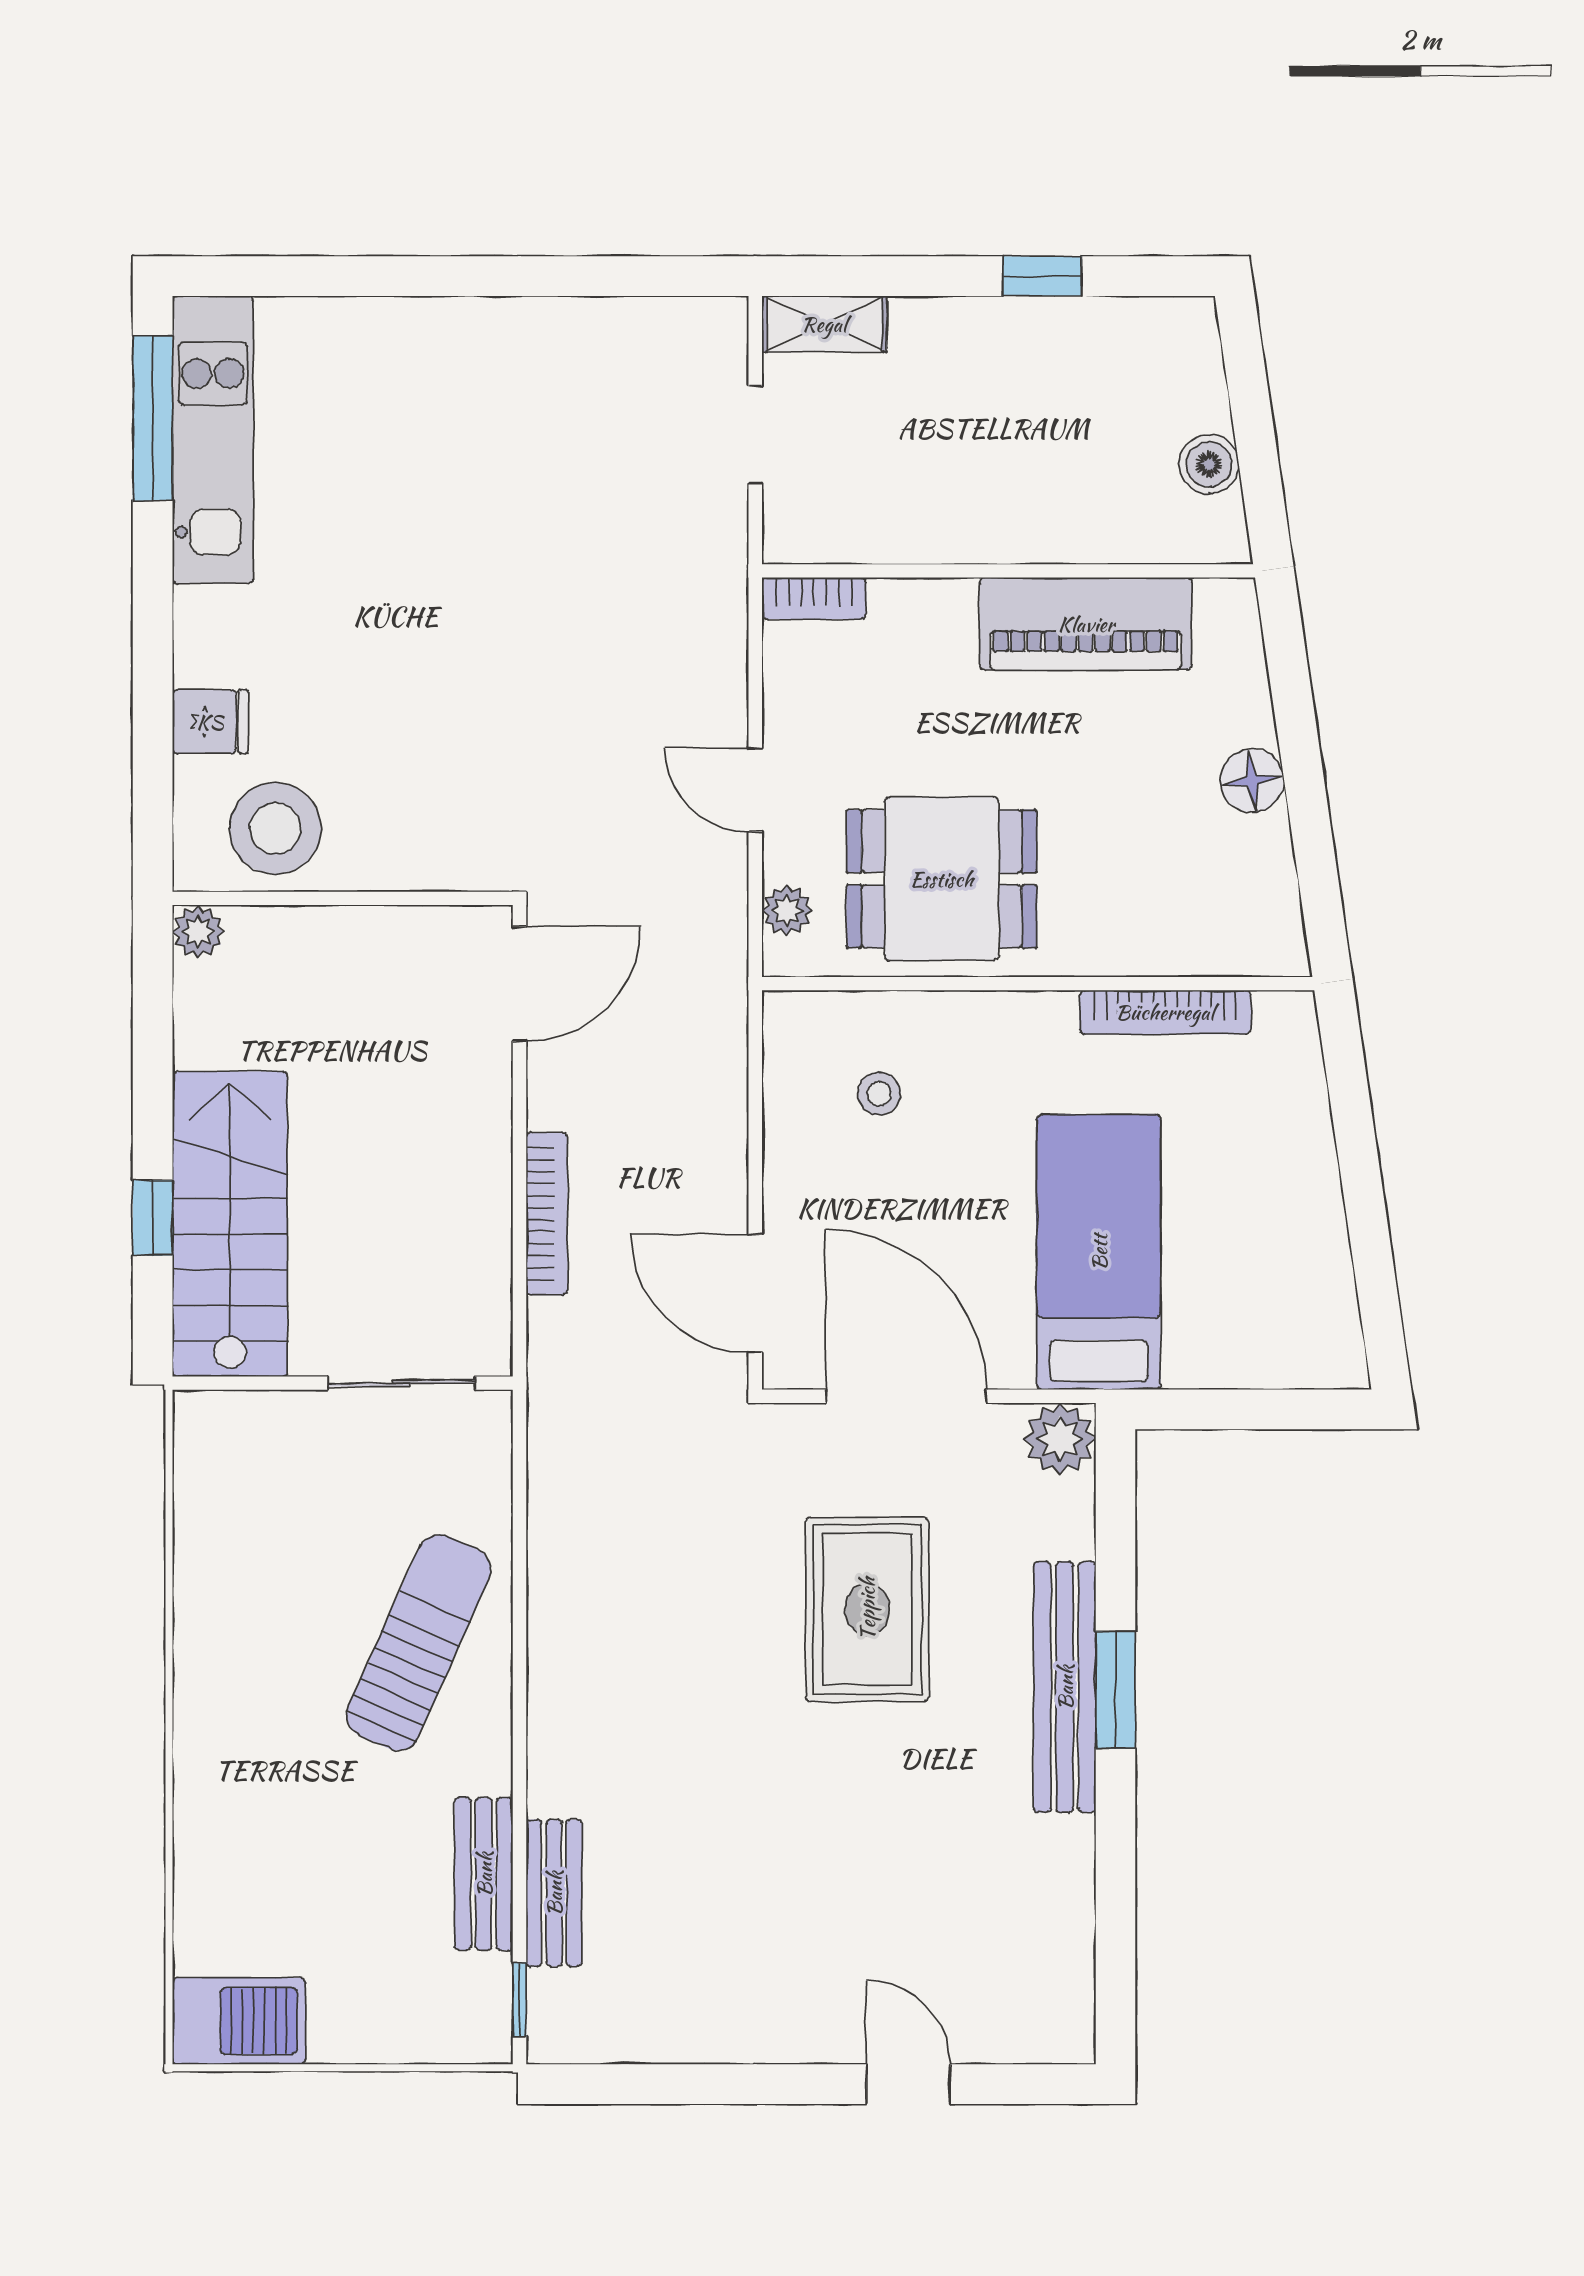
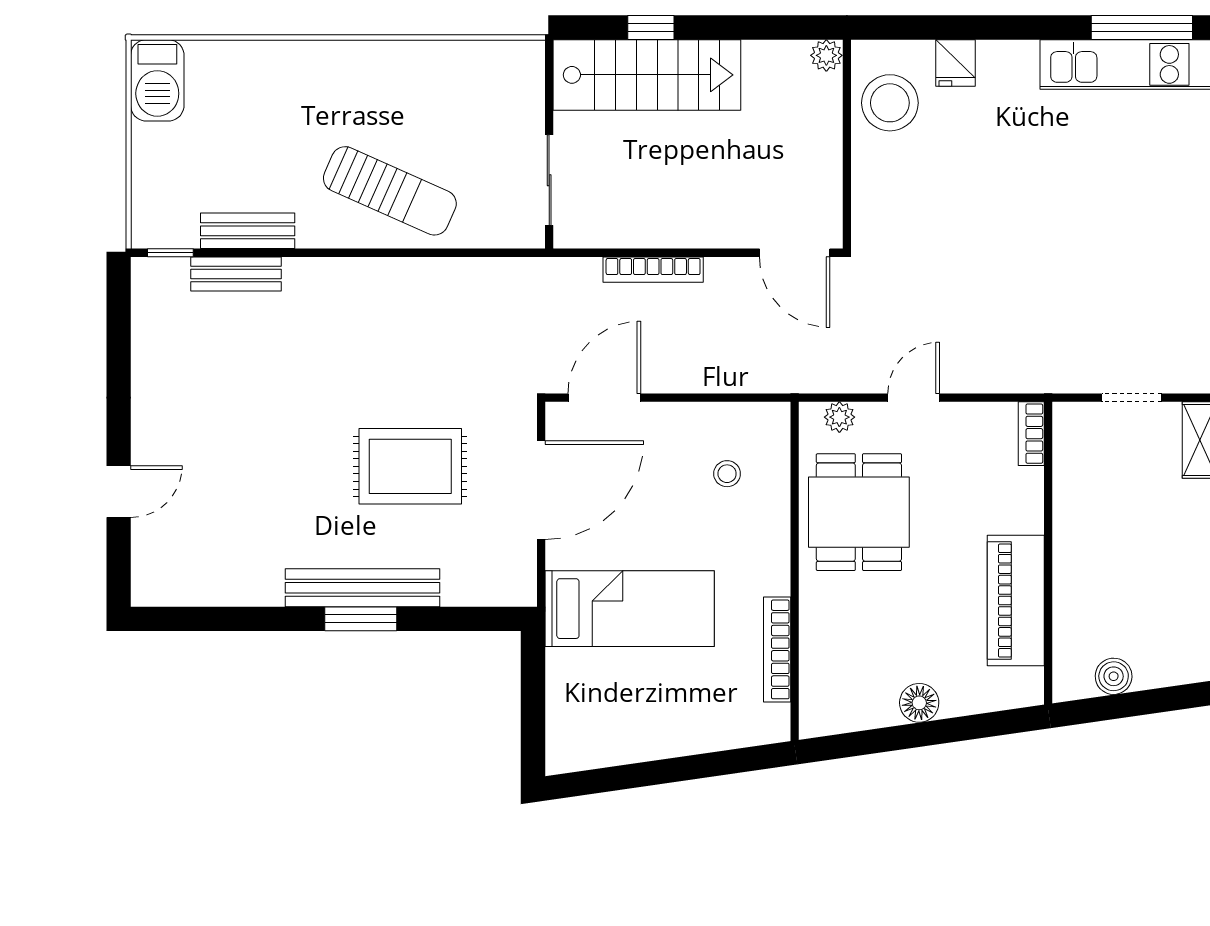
plant: (1060, 1439) -> (515, 585), removed

